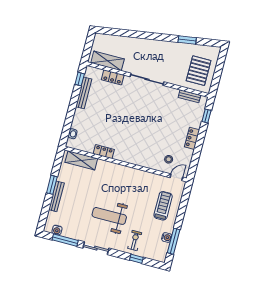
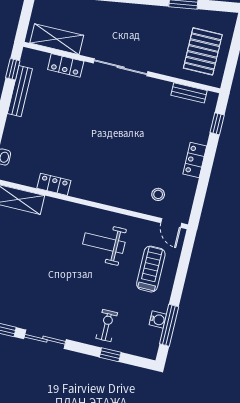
door: (176, 177) -> (171, 223), swing flipped
weight bench: (109, 216) -> (104, 243), moved, width x0.73, depth x0.75

